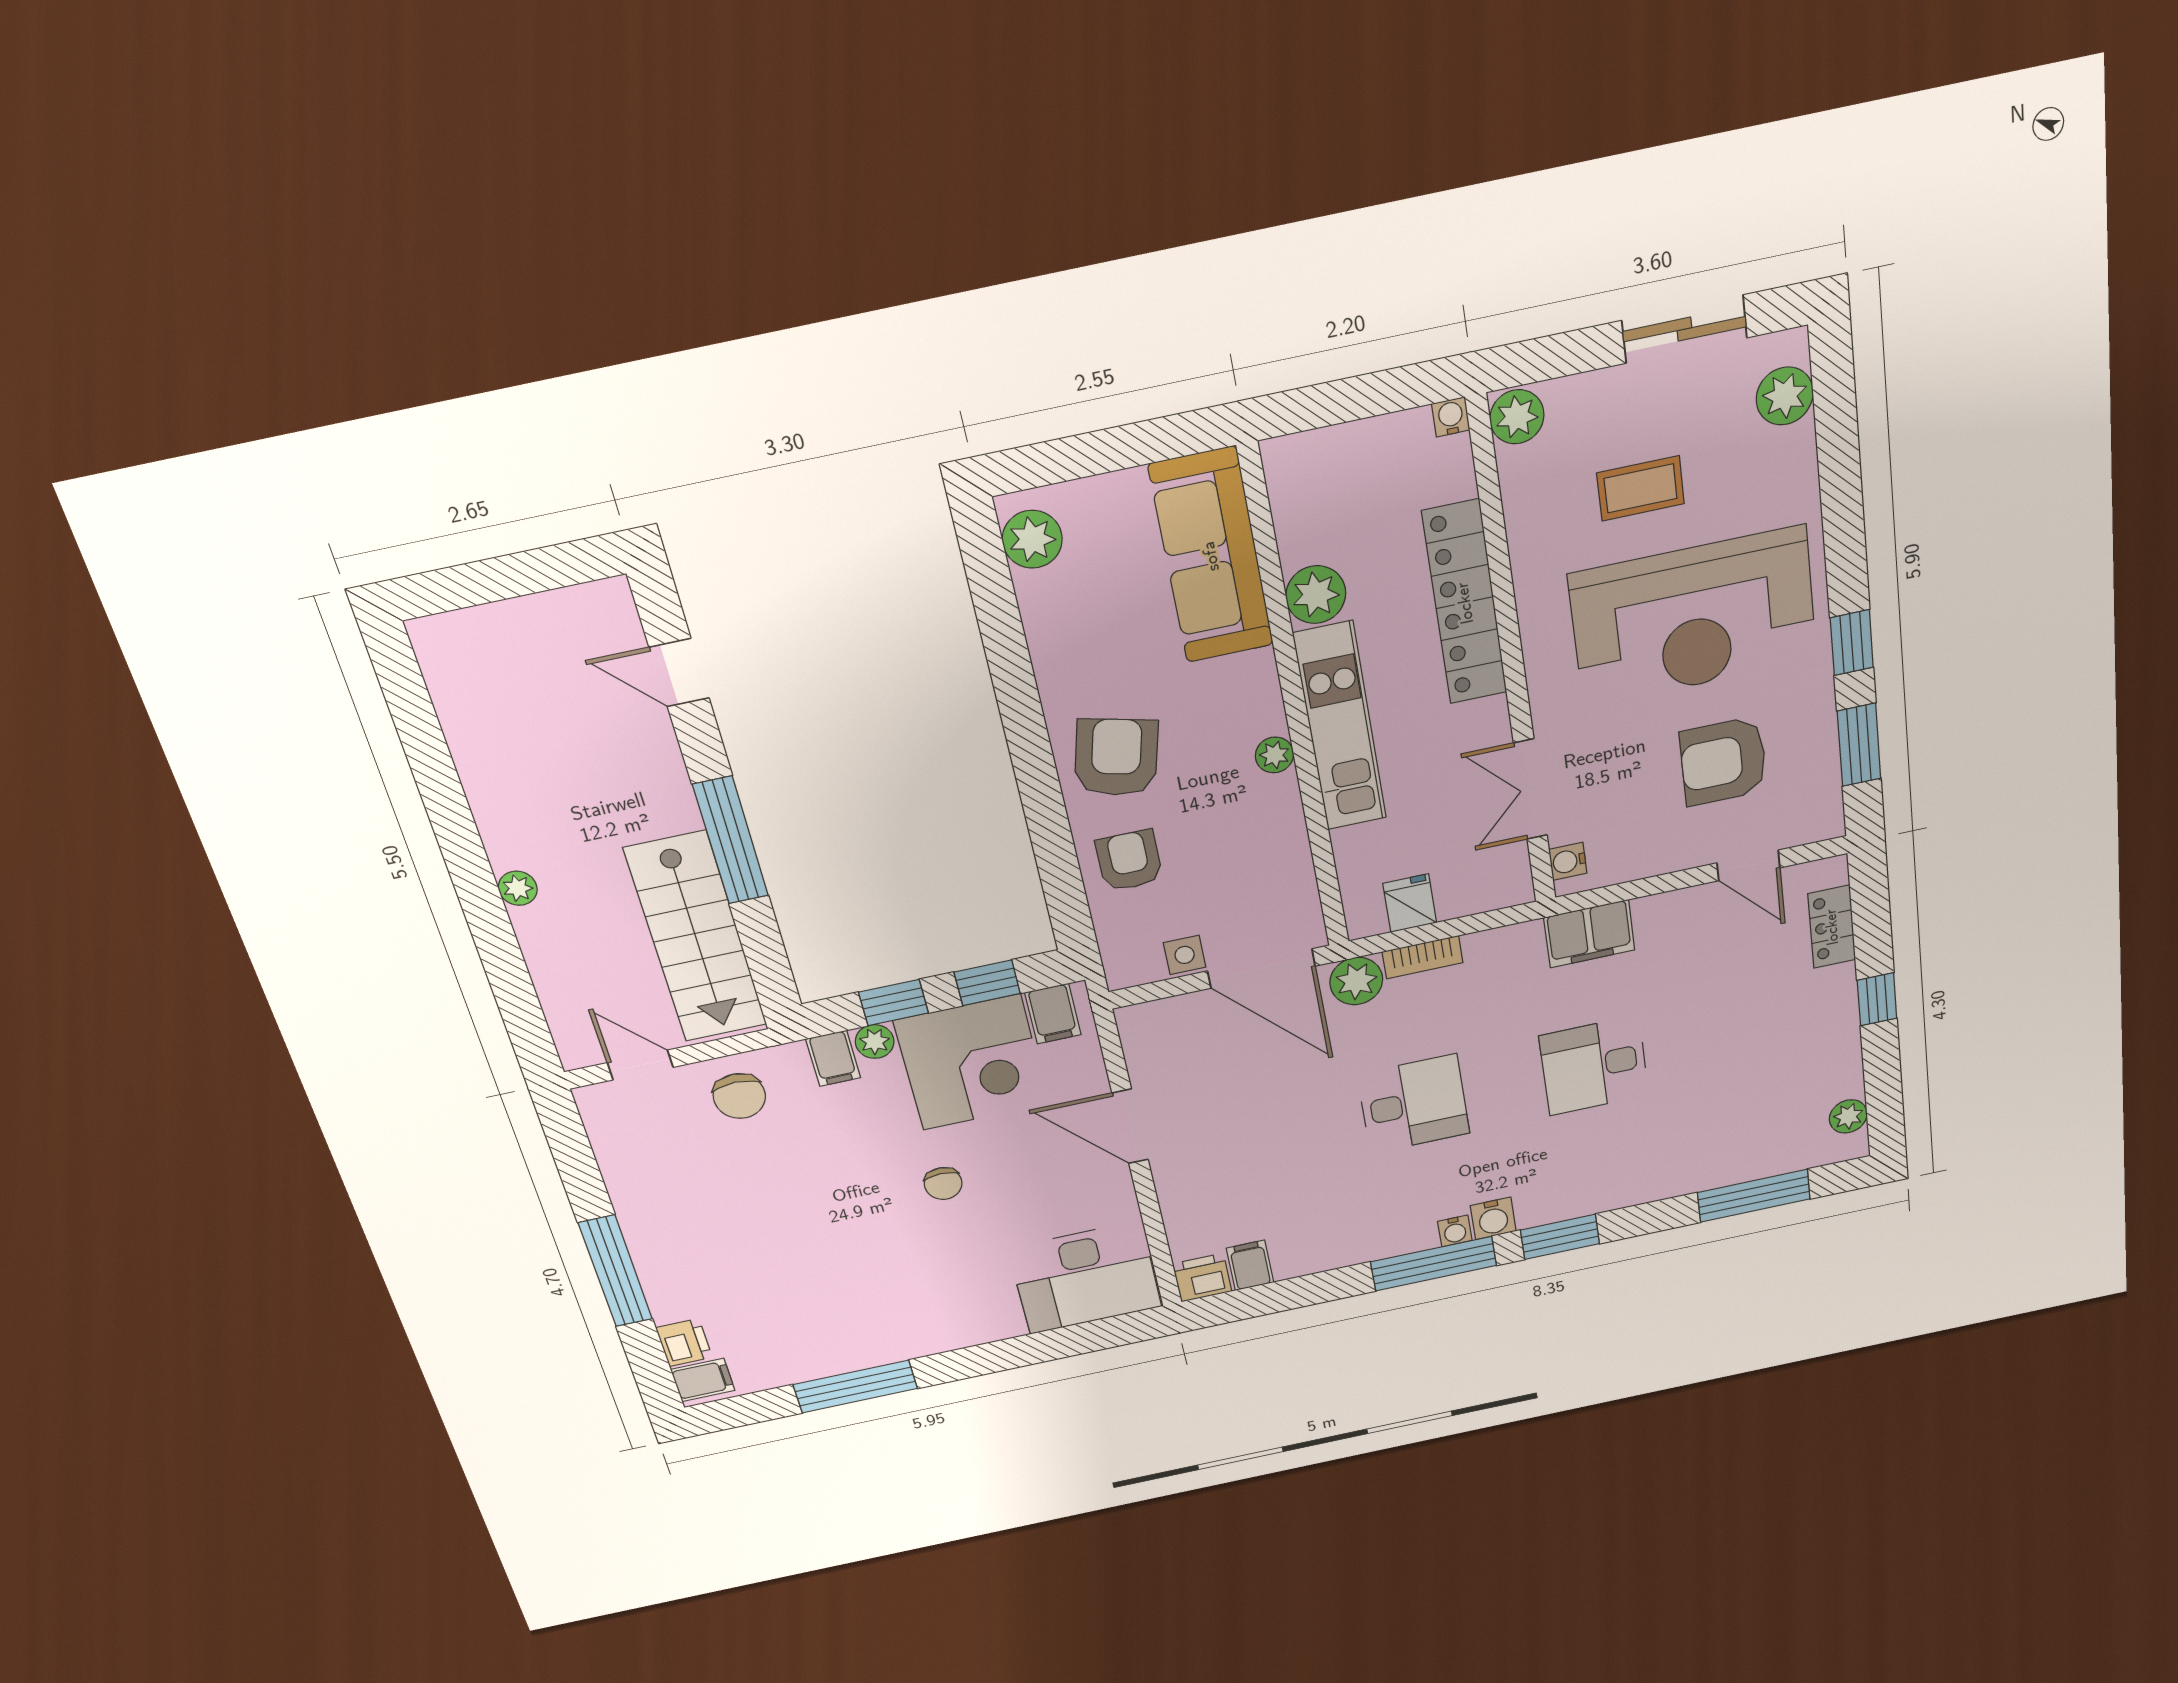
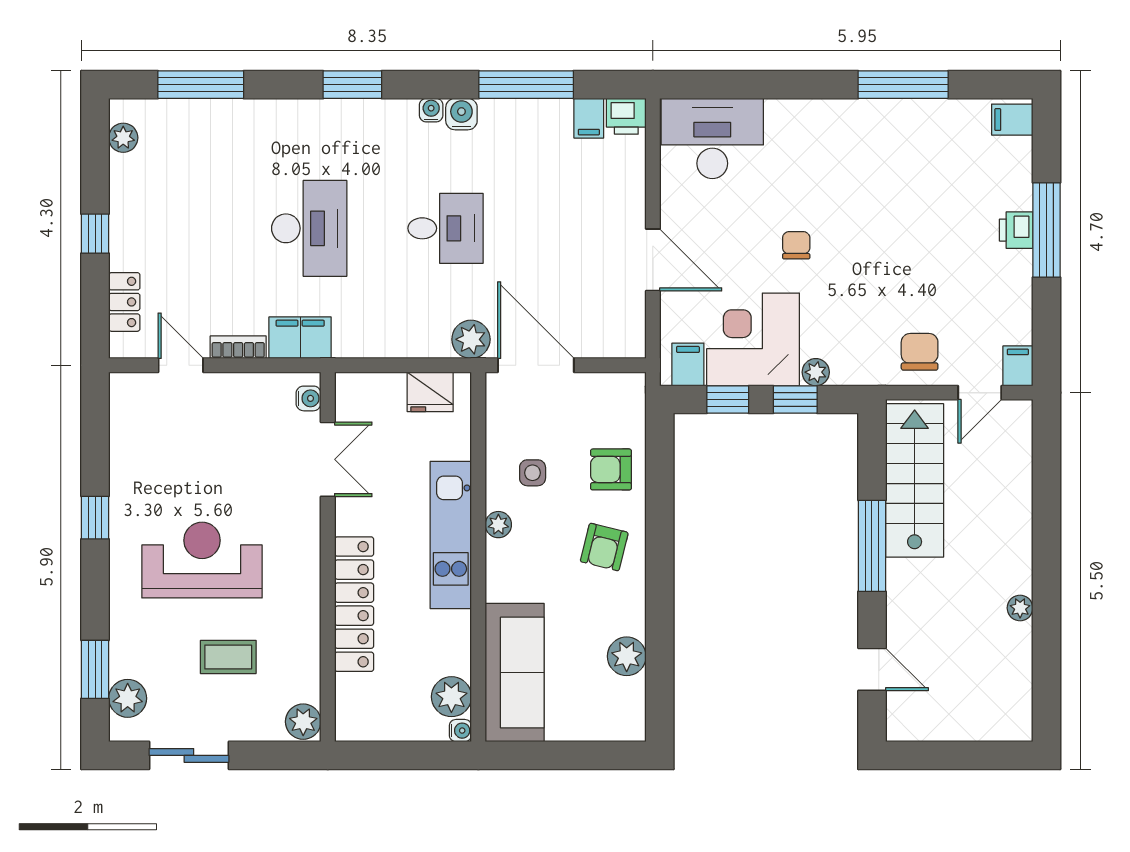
water cooler: (1451, 417) -> (460, 731), moved, turned -90
plant: (1032, 539) -> (627, 656), moved
plant: (1316, 595) -> (451, 697), moved
reception desk: (1693, 617) -> (202, 560), width x0.74, depth x0.77
window: (1859, 745) -> (95, 669), moved
armchair: (1116, 757) -> (604, 547), width x0.72, depth x0.72
armchair: (1723, 761) -> (191, 450), removed
armchair: (1129, 861) -> (611, 469), turned 90
plant: (518, 888) -> (1020, 608), moved
fridge: (1410, 903) -> (430, 392), width x1.38
side table: (1185, 955) -> (533, 473), moved
bookcase: (1423, 957) -> (238, 347), moved
filing cabinet: (833, 1058) -> (1018, 366), moved
door: (640, 1065) -> (980, 393), hinge flipped
desk: (1594, 1066) -> (309, 228), width x1.37
desk: (1414, 1104) -> (446, 228), turned 180
water cooler: (1493, 1218) -> (461, 114), moved
window: (1434, 1264) -> (526, 85), moved
printer: (684, 1343) -> (1016, 230), moved

